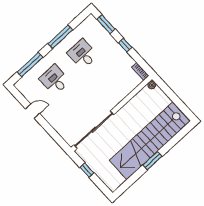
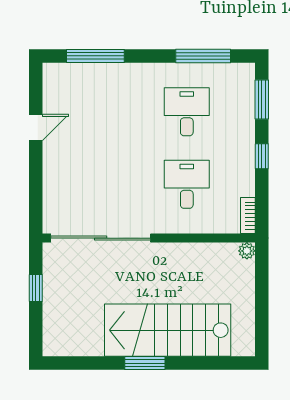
window: (60, 37) -> (203, 56), moved
desk: (55, 80) -> (187, 184), moved
door: (32, 111) -> (36, 128), hinge flipped
stairs: (150, 141) -> (168, 330), width x0.73

